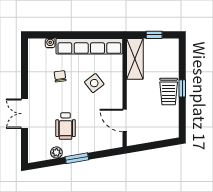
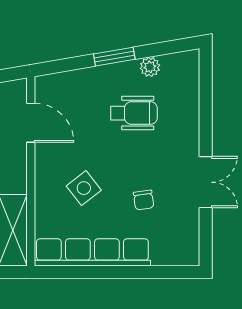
water cooler: (50, 43) -> (161, 258), removed
double door: (25, 114) -> (206, 182), moved
wheelchair: (66, 126) -> (134, 113), turned 90

